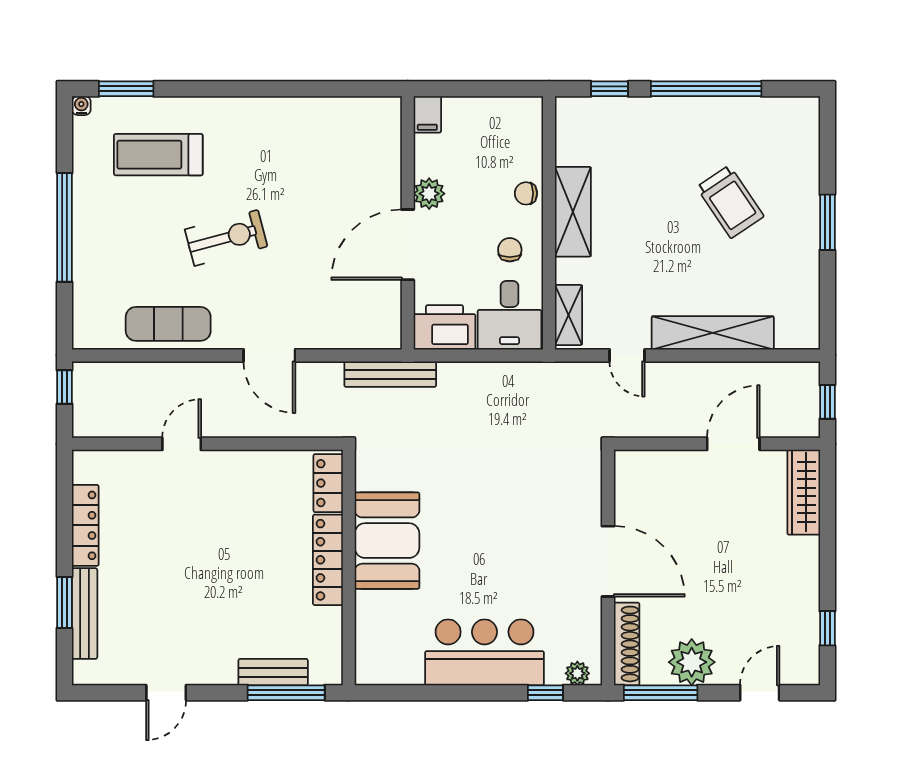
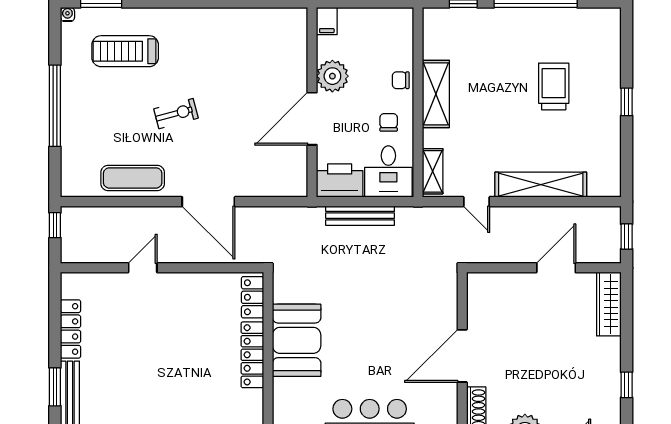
plant: (429, 194) -> (332, 76), width x1.36, depth x1.36
trolley: (730, 202) -> (554, 86), turned -146
window: (827, 222) -> (627, 102), width x0.67
exercise bike: (226, 238) -> (176, 114), width x0.73, depth x0.72
door: (269, 355) -> (208, 202), width x1.36
bench: (390, 374) -> (360, 216), moved
door: (608, 561) -> (462, 356), swing flipped
window: (827, 628) -> (627, 385), moved

